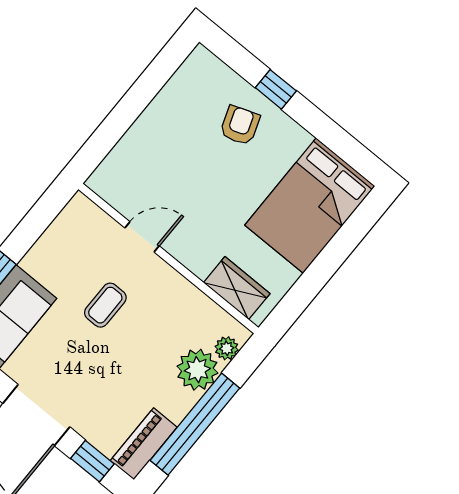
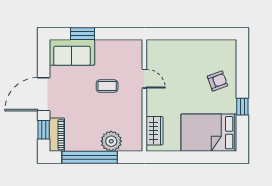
window: (276, 89) -> (242, 107), moved
plant: (227, 348) -> (129, 146), removed
piano: (144, 444) -> (57, 135), moved, turned 90

